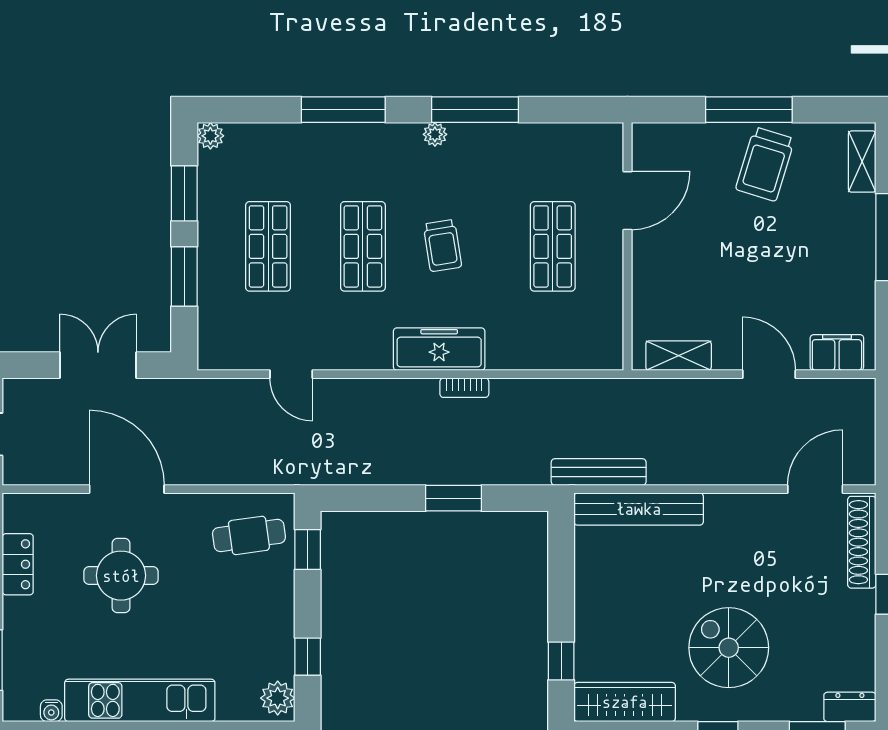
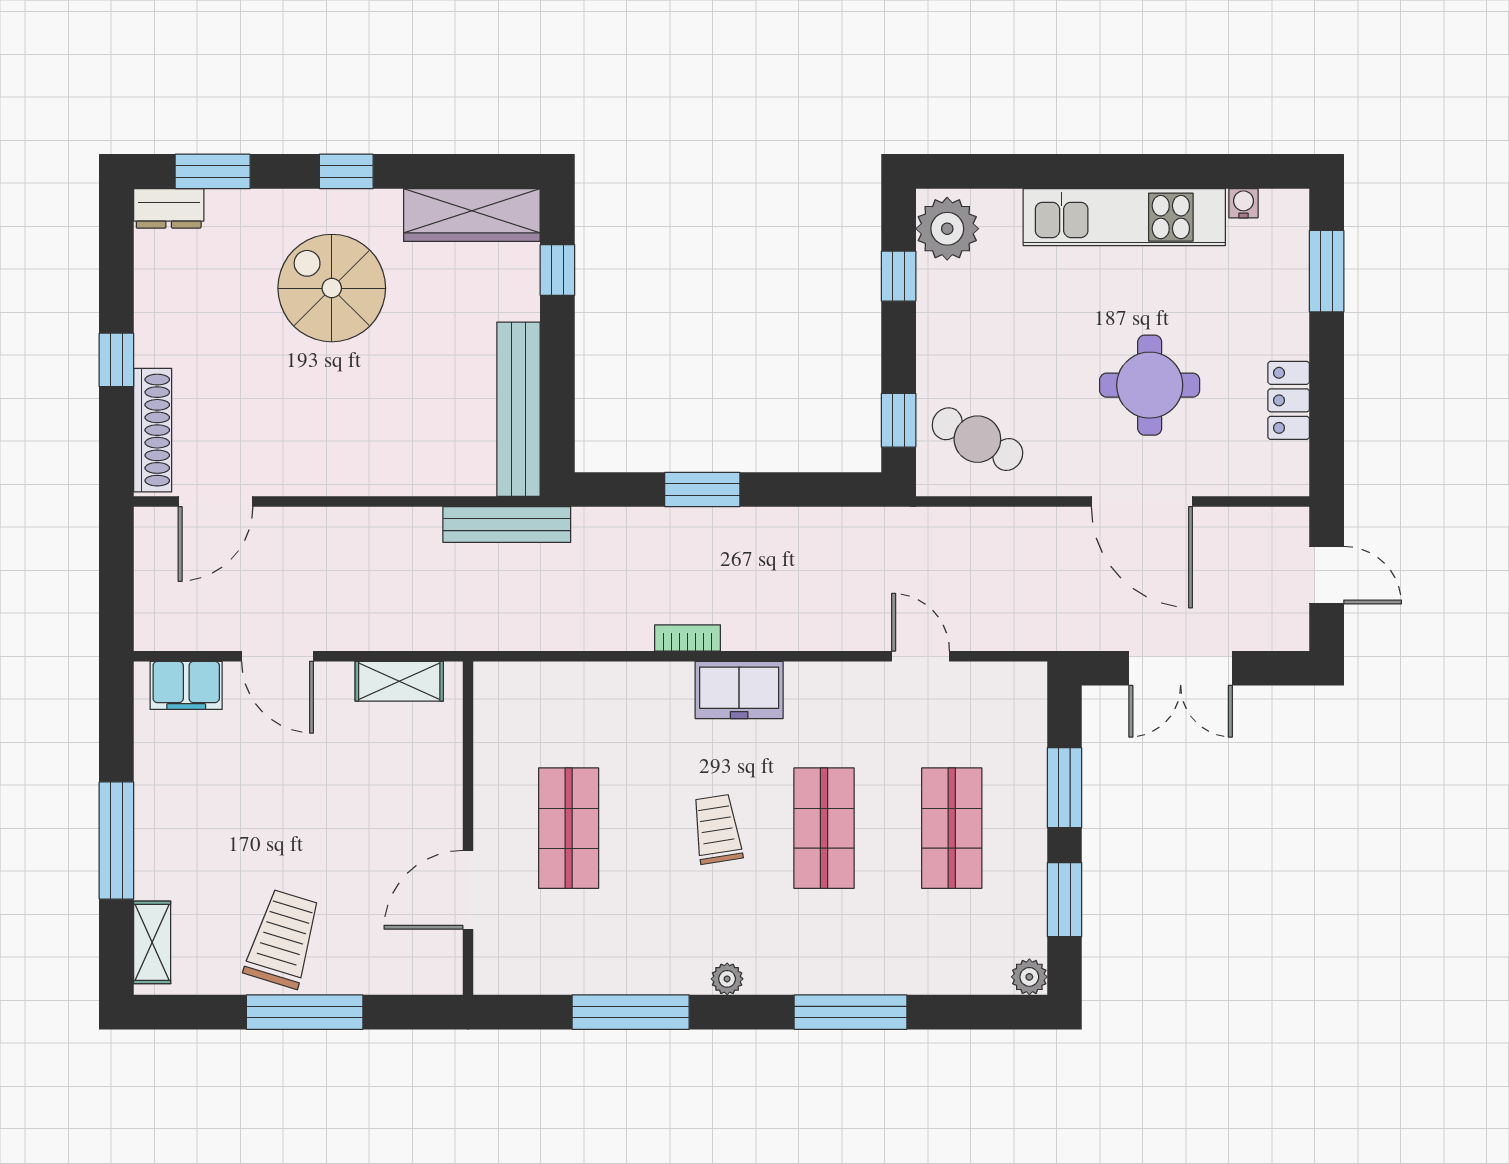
window: (475, 110) -> (631, 1012), moved
freezer: (439, 349) -> (739, 690), width x0.71
bench: (639, 509) -> (518, 409), moved, turned 90
cafe table: (249, 535) -> (977, 439), turned 35
spiral stairs: (729, 648) -> (332, 288), turned 180
plant: (278, 698) -> (947, 229), width x1.36, depth x1.36

